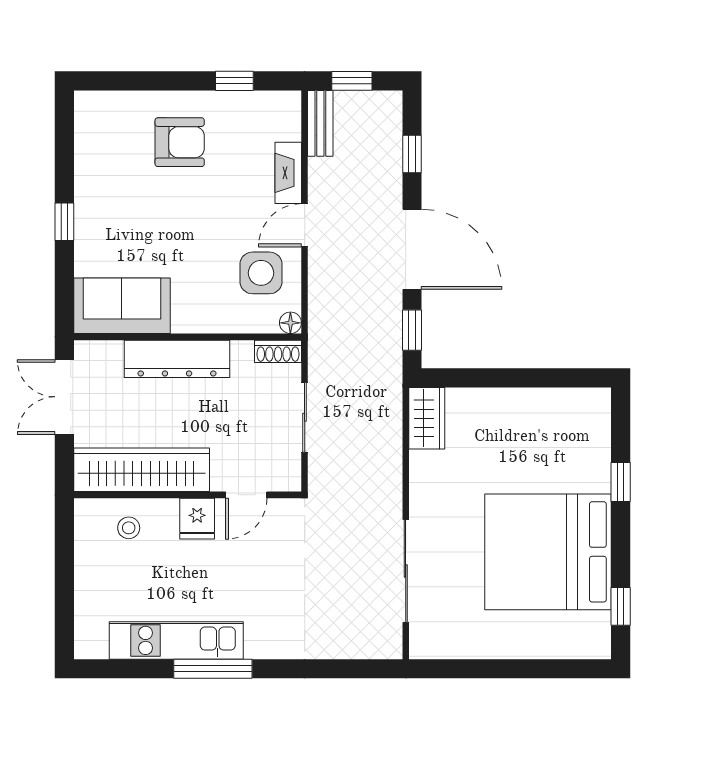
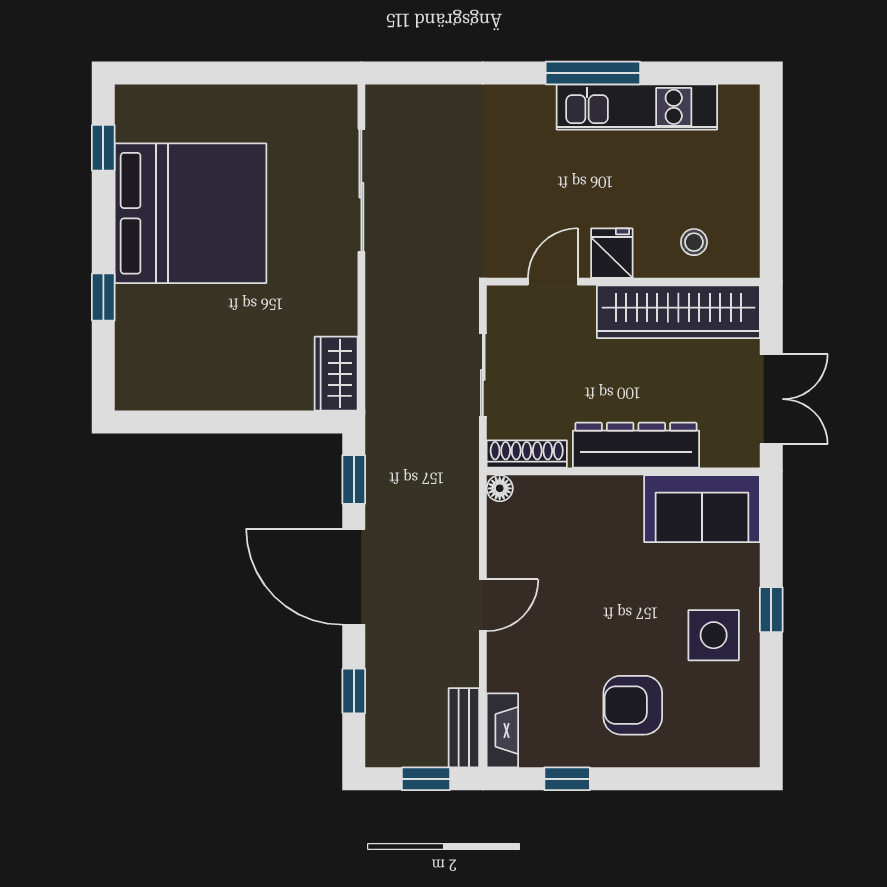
fireplace: (288, 173) -> (502, 730), moved
side table: (261, 273) -> (714, 635), moved
shoe rack: (278, 351) -> (527, 454), width x1.43

